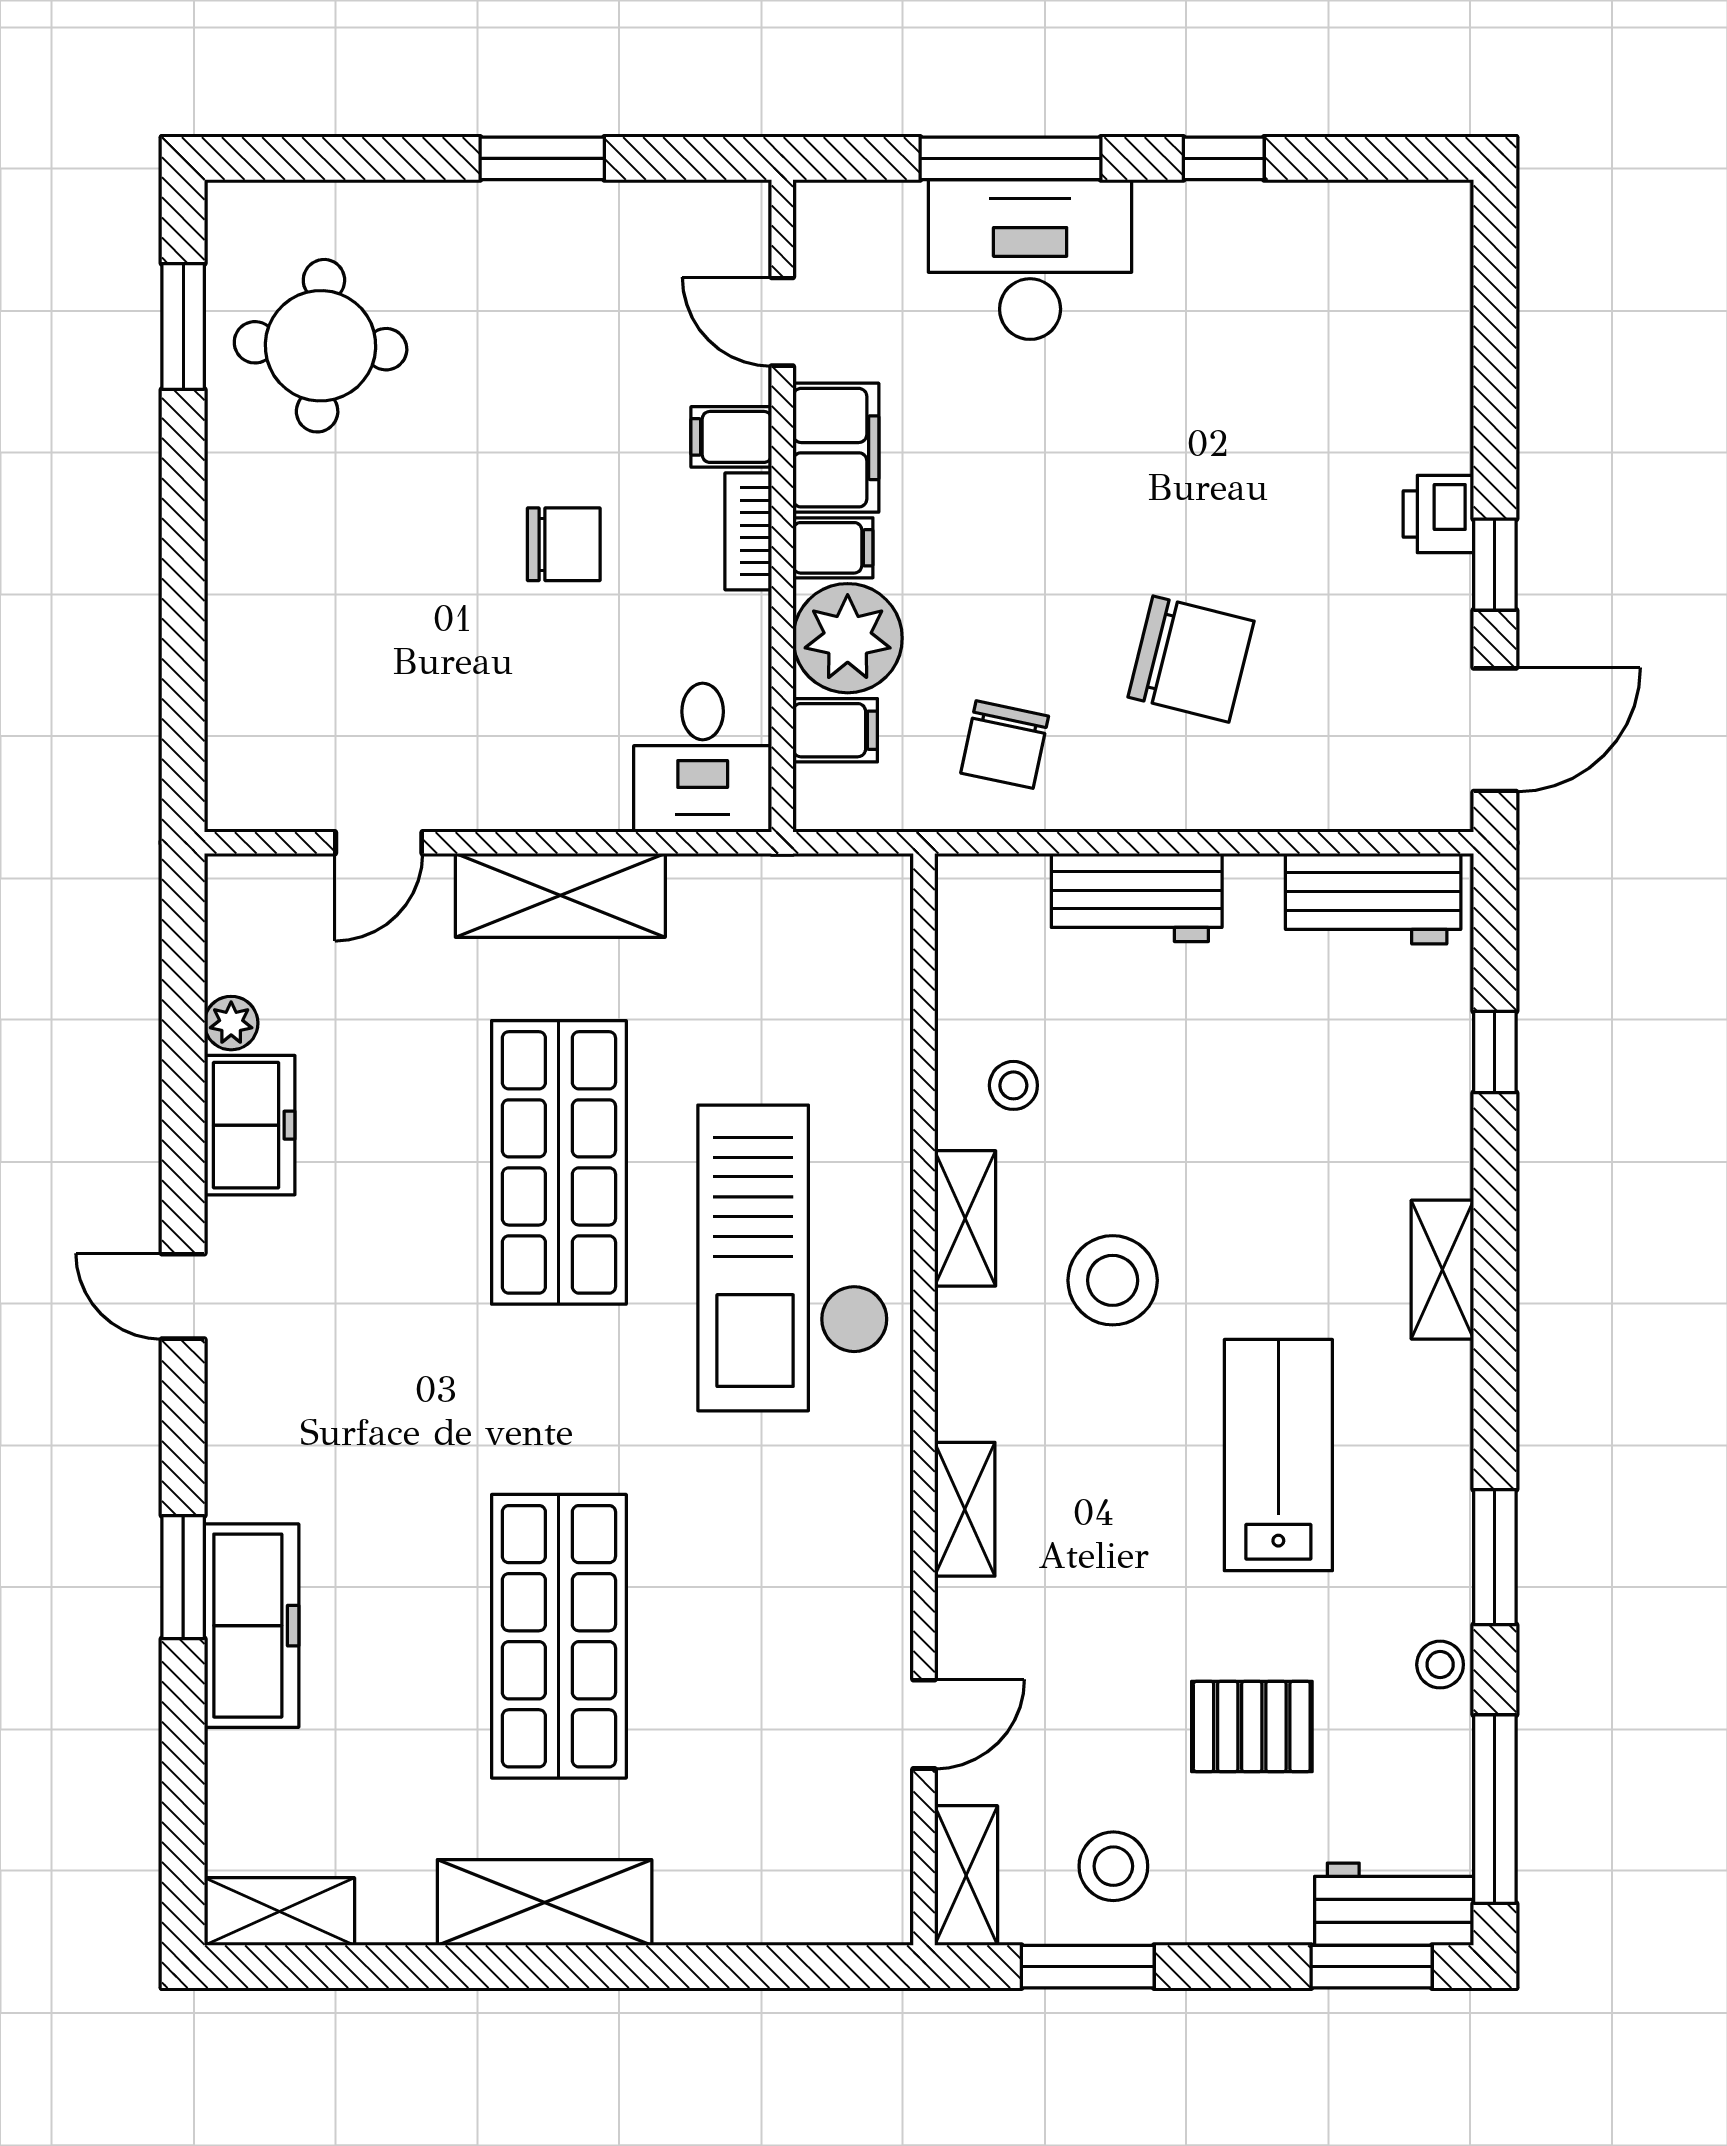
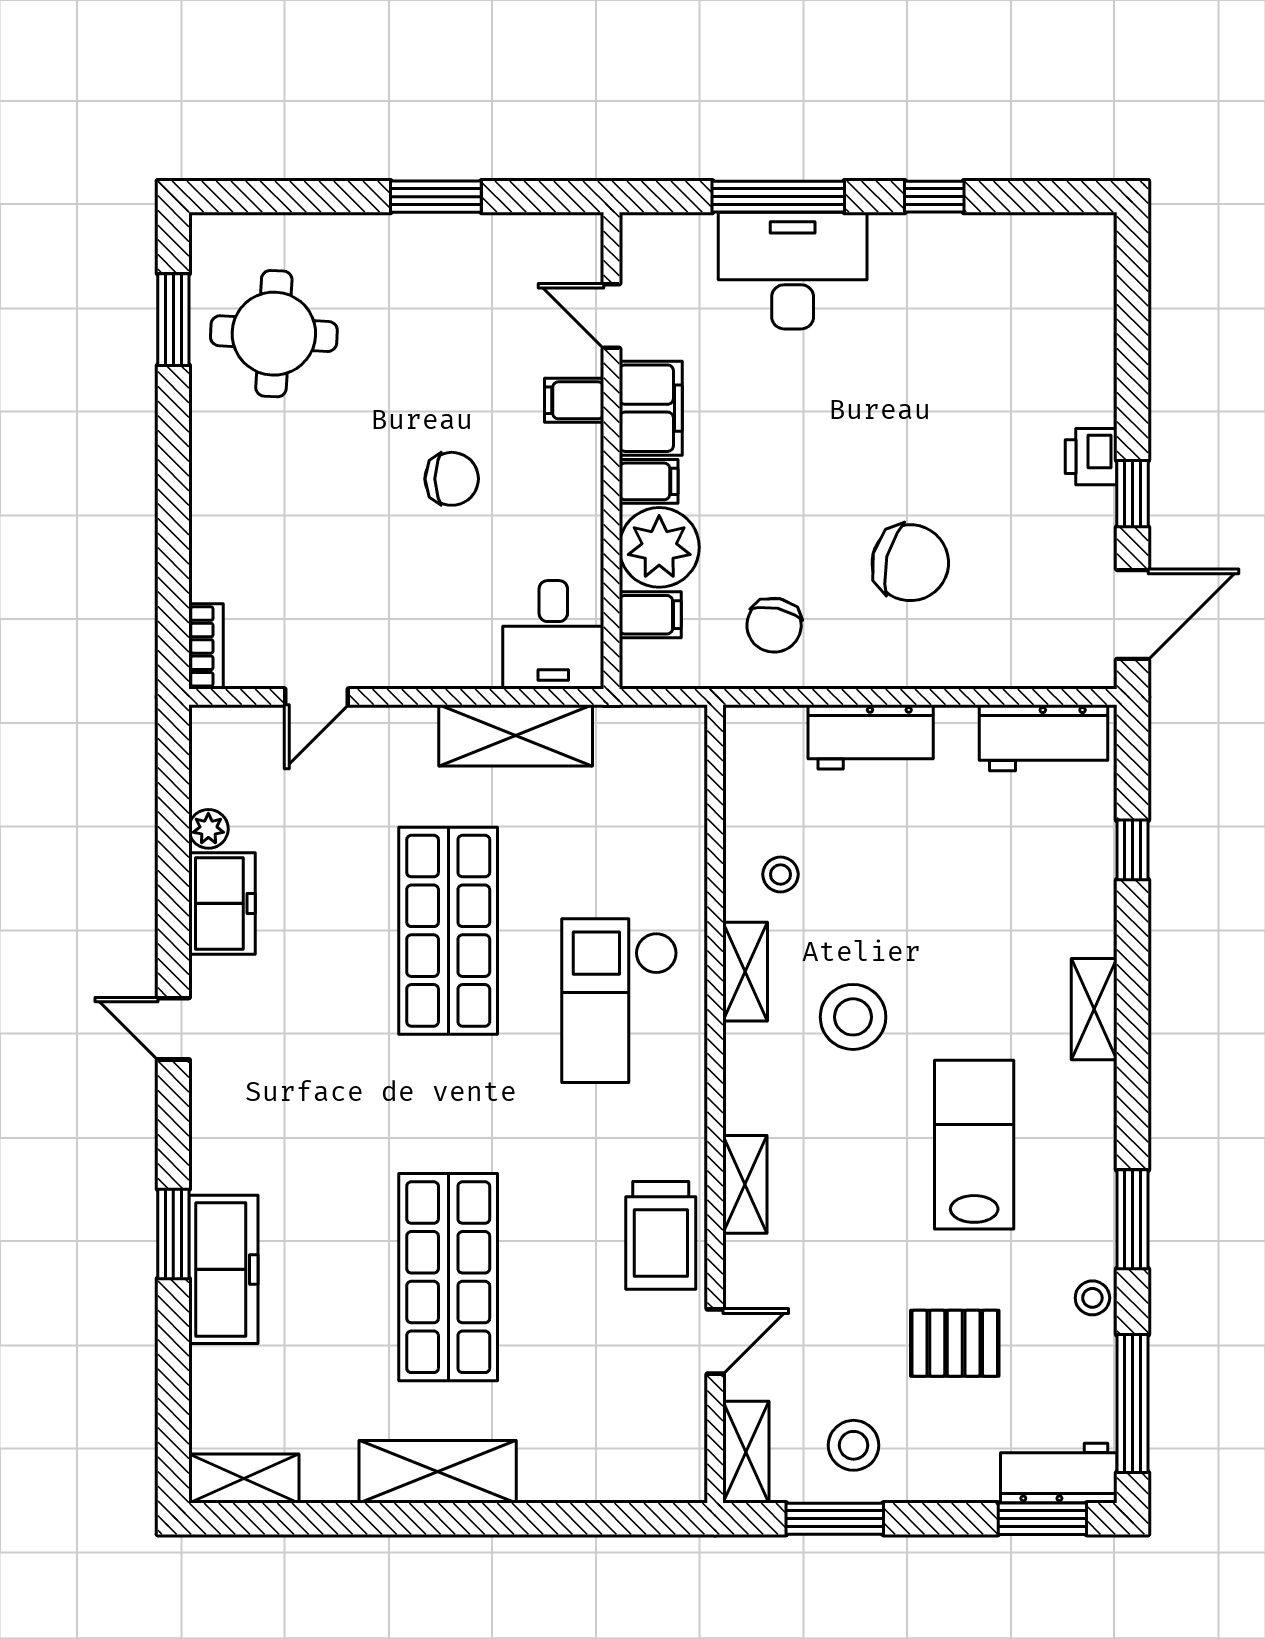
bookcase: (748, 531) -> (206, 646), moved, turned 180
shelving: (560, 895) -> (516, 735), moved
checkout: (793, 1258) -> (619, 1001), width x0.73, depth x0.83
trolley: (850, 1579) -> (661, 1235), added

